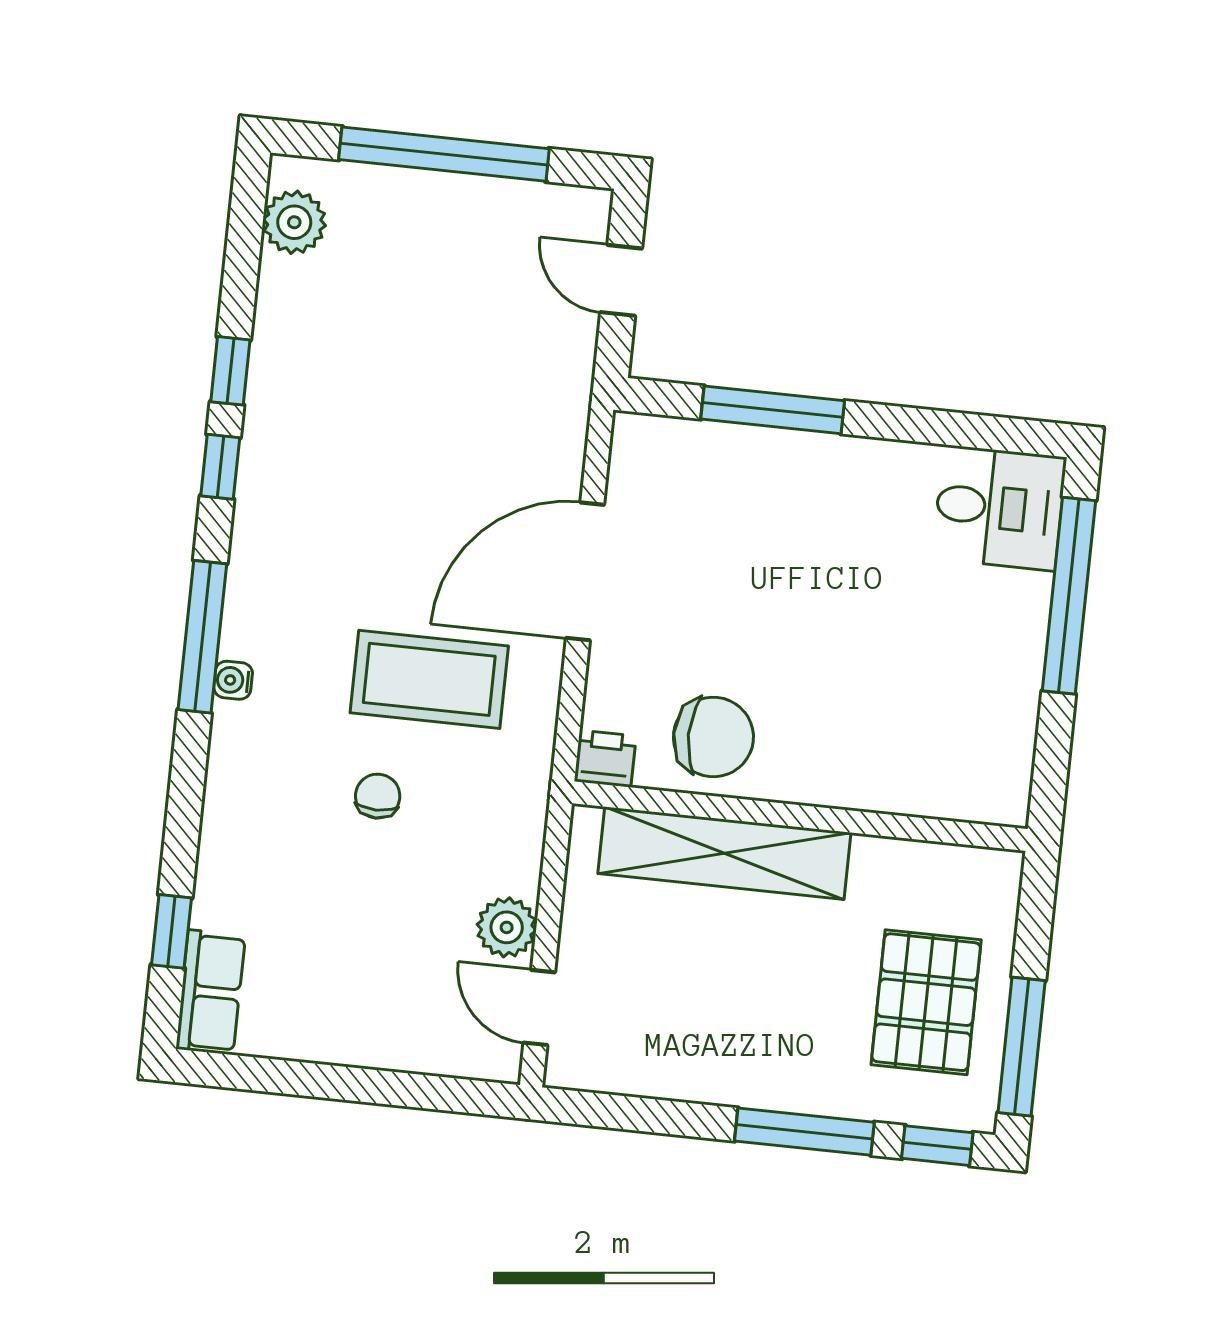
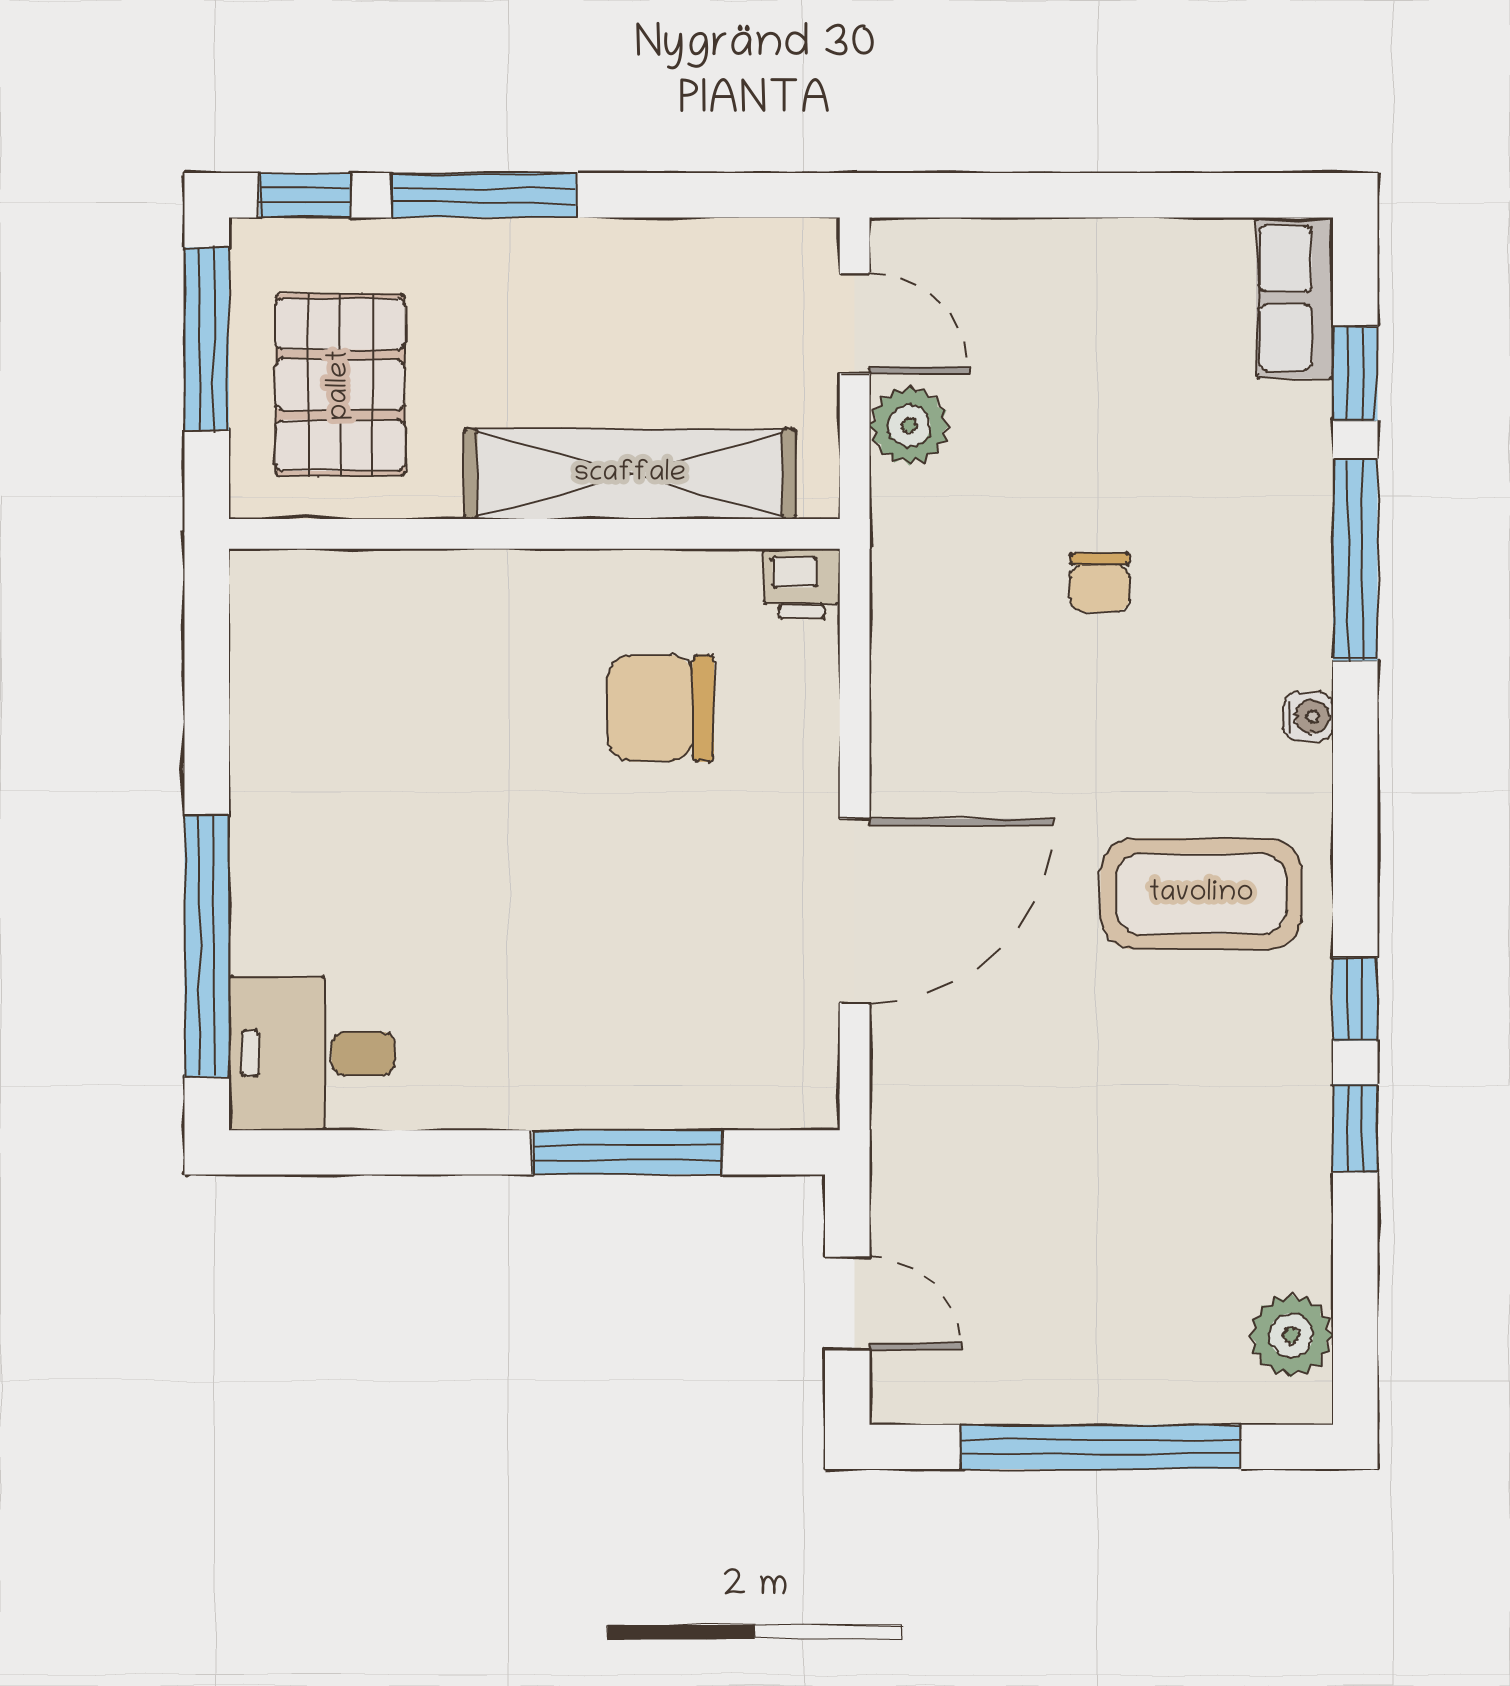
window: (202, 637) -> (1355, 560), moved
coffee table: (429, 679) -> (1201, 894), moved
printer: (605, 759) -> (802, 583), moved
wall: (800, 816) -> (534, 534), moved
shelving: (724, 853) -> (630, 474), moved

